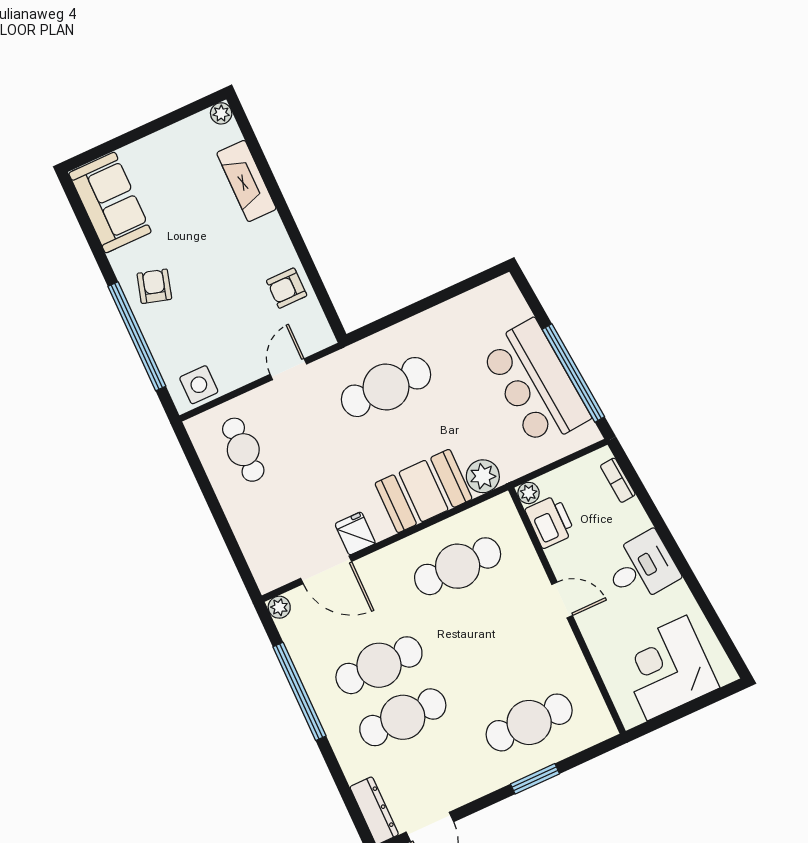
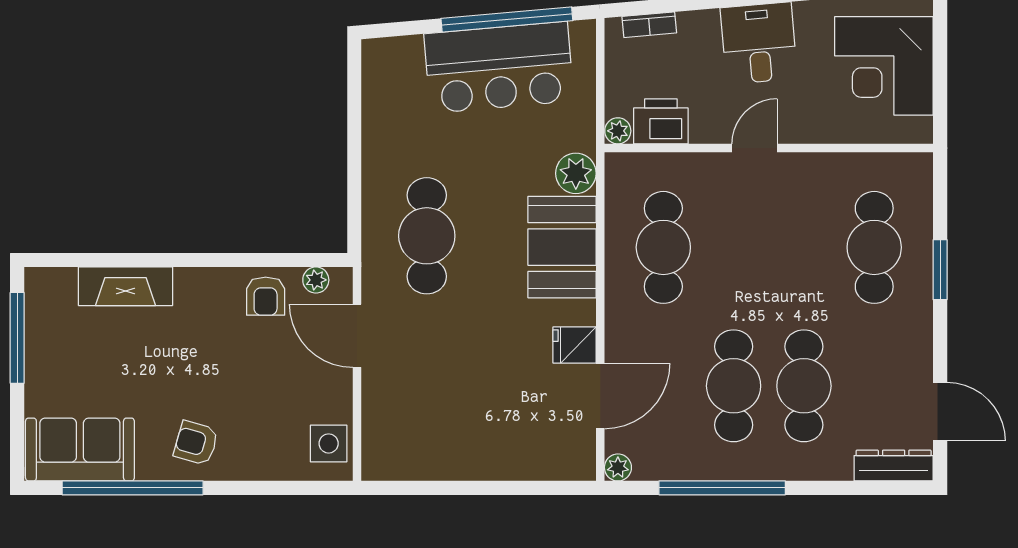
plant: (221, 113) -> (316, 280), moved
window: (171, 118) -> (17, 338), added
window: (137, 336) -> (133, 488), moved
door: (288, 369) -> (357, 336), width x1.38
cafe table: (243, 450) -> (424, 427), removed

